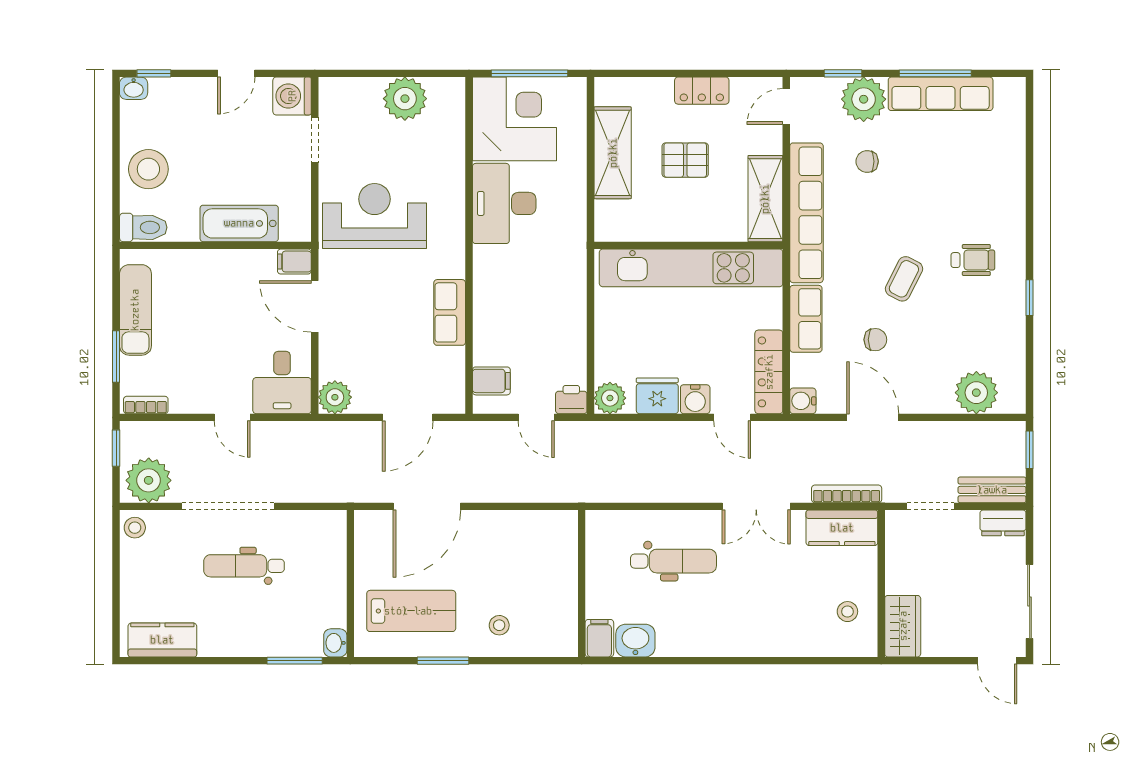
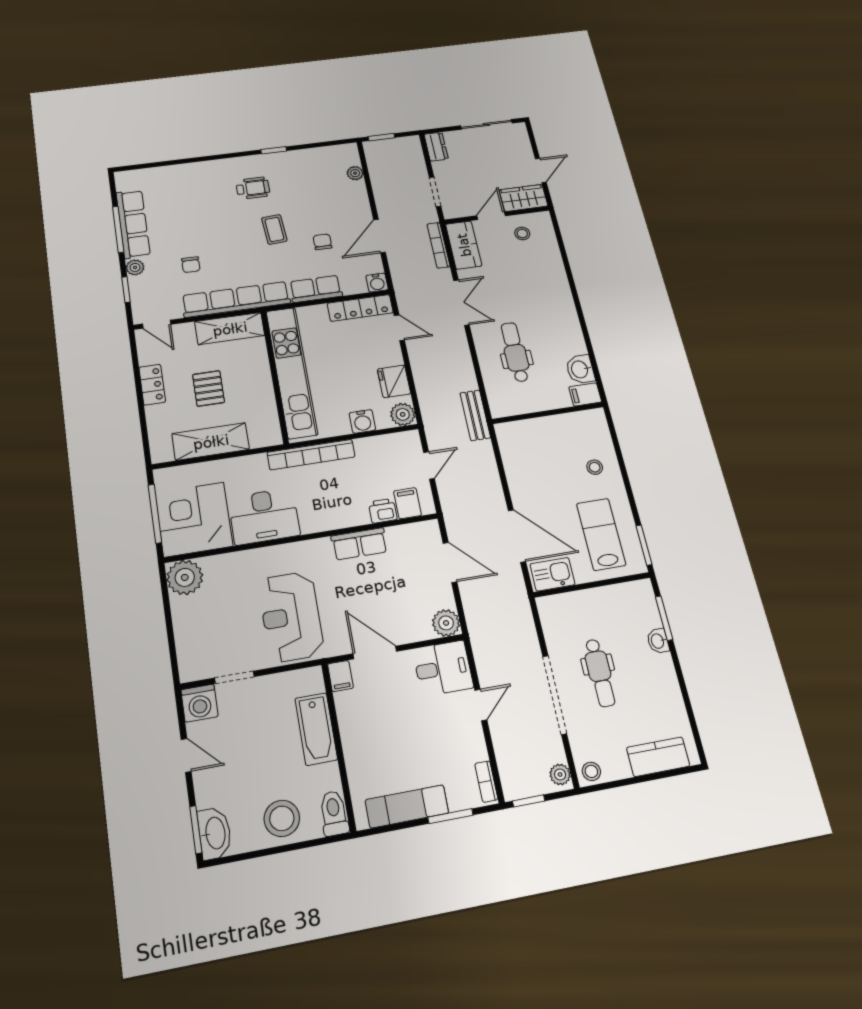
window: (154, 73) -> (196, 830), width x1.50
washbasin: (134, 88) -> (215, 833), width x1.91, depth x1.45
plant: (405, 99) -> (185, 577), moved
plant: (864, 99) -> (135, 267), width x0.53, depth x0.53
wheelchair: (973, 260) -> (253, 188), turned 90
bookcase: (575, 274) -> (311, 455), added
coffee table: (904, 279) -> (274, 229), turned 59
door: (315, 306) -> (375, 652), swing flipped
plant: (976, 393) -> (355, 173), width x0.53, depth x0.53
water cooler: (695, 399) -> (362, 421), moved, turned 90
printer: (571, 400) -> (383, 511), moved, turned 90
door: (732, 417) -> (399, 328), hinge flipped
plant: (149, 480) -> (560, 774), width x0.53, depth x0.53
bench: (992, 490) -> (475, 415), moved
kitchen sink: (372, 539) -> (552, 574), added
door: (881, 575) -> (491, 216), added
kitchen counter: (162, 640) -> (658, 757), moved, turned 90
washbasin: (335, 643) -> (658, 641), moved, turned 90
window: (443, 661) -> (644, 545), moved
door: (997, 661) -> (541, 170), moved

